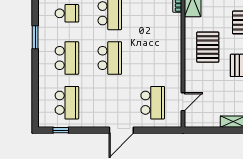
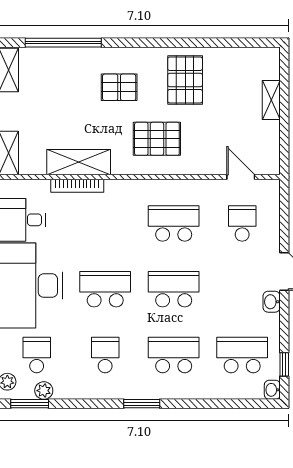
school desk: (153, 58) -> (174, 223), added
school desk: (153, 103) -> (242, 223), width x0.54
washbasin: (44, 122) -> (272, 390), added
washbasin: (102, 122) -> (272, 302), added

